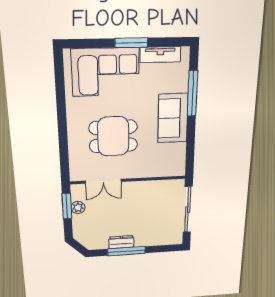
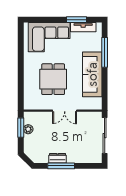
window: (131, 43) -> (77, 20), moved
sofa: (173, 118) -> (92, 74), width x1.36
dining table: (113, 136) -> (53, 79), turned 90
double door: (103, 181) -> (65, 111), moved

